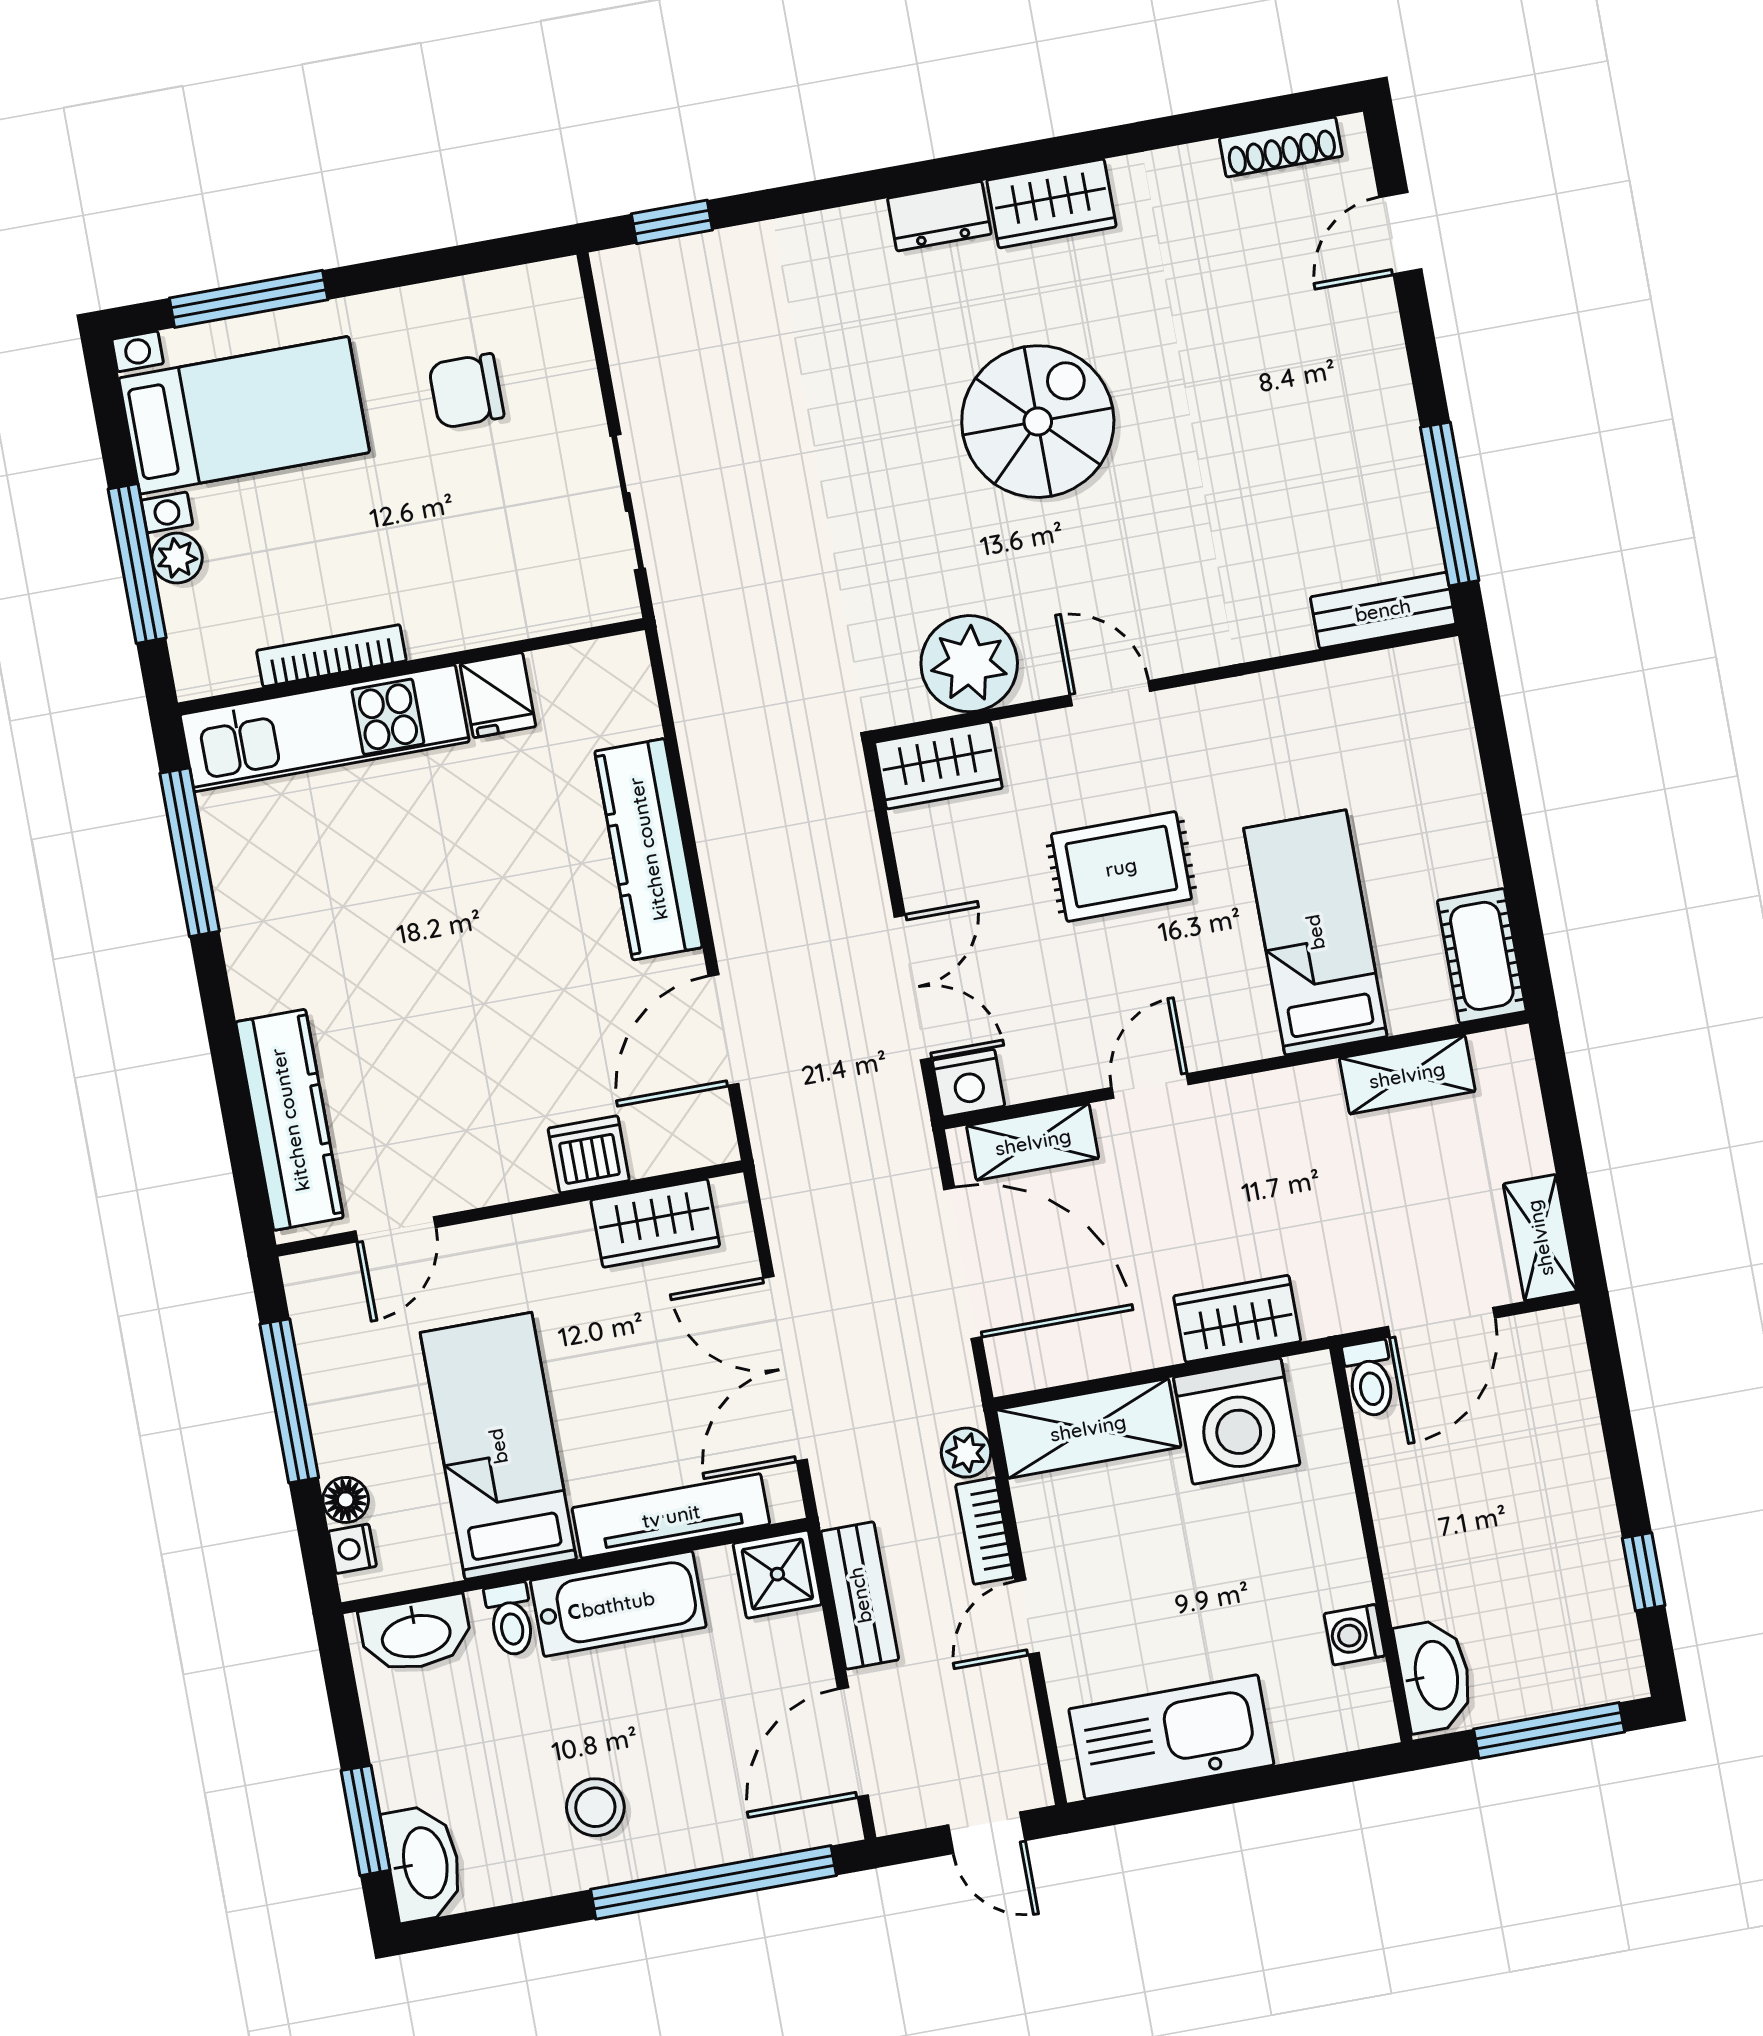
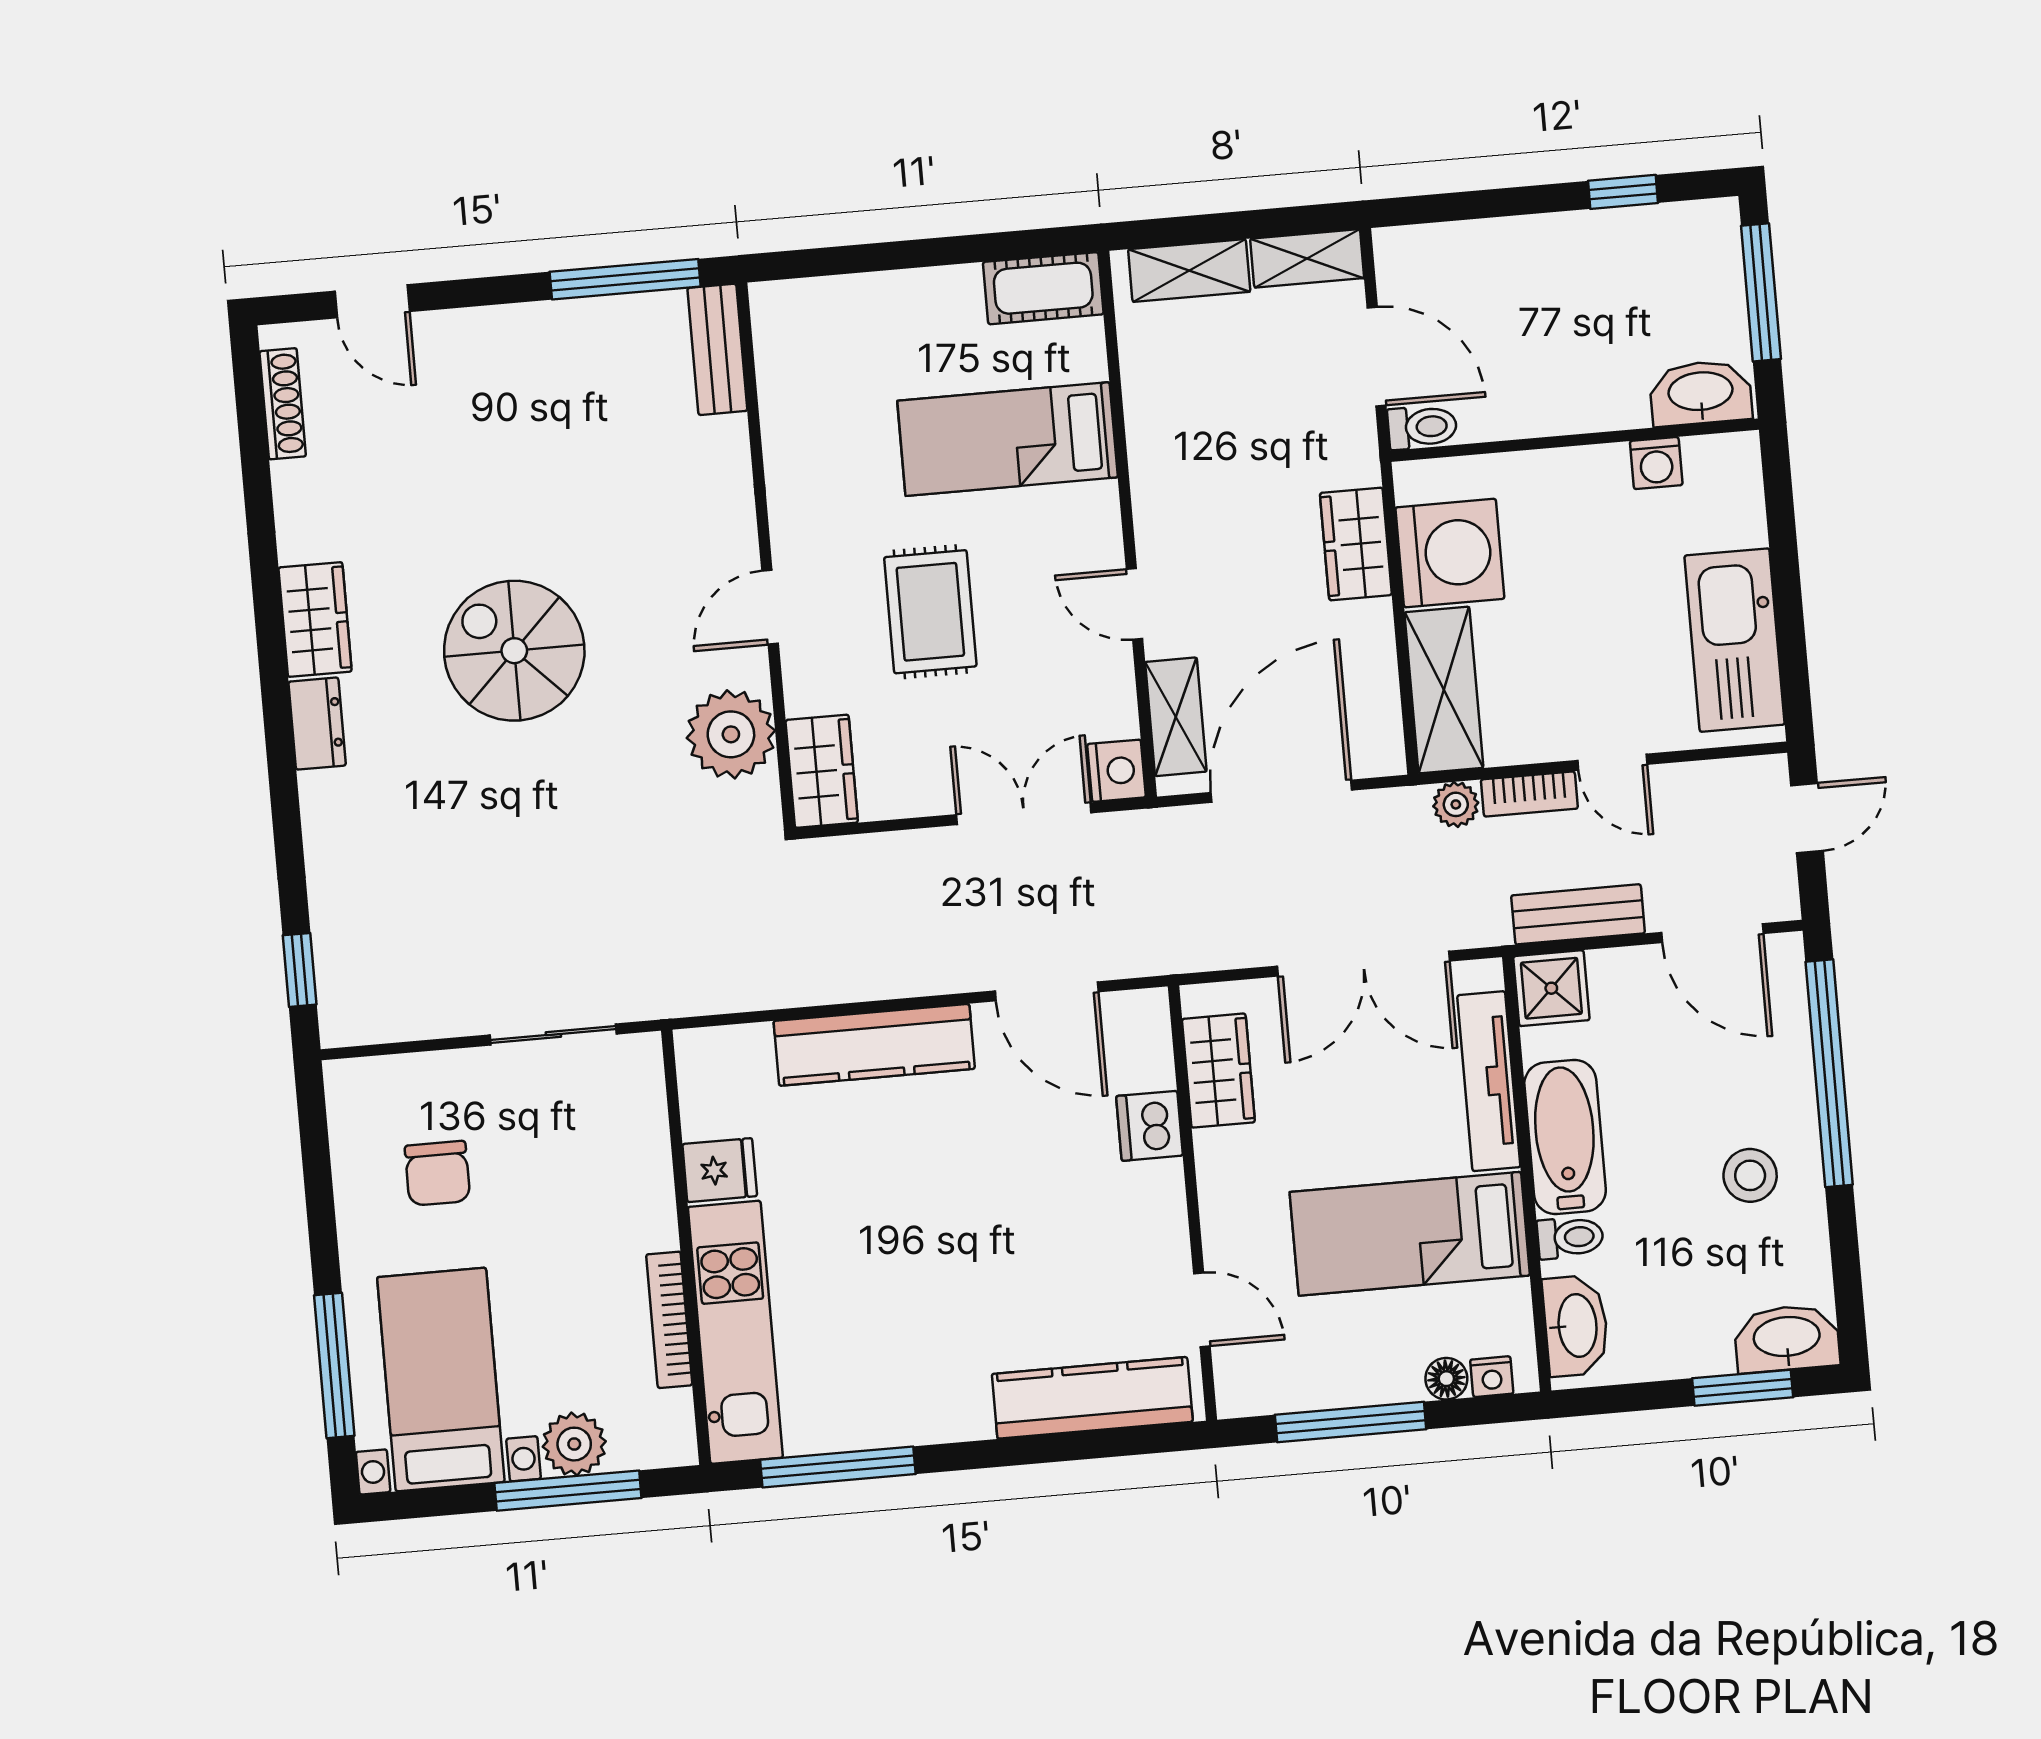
plant: (177, 558) -> (574, 1444), width x1.38, depth x1.38
shelving: (1407, 1075) -> (1189, 270), moved, turned 90

